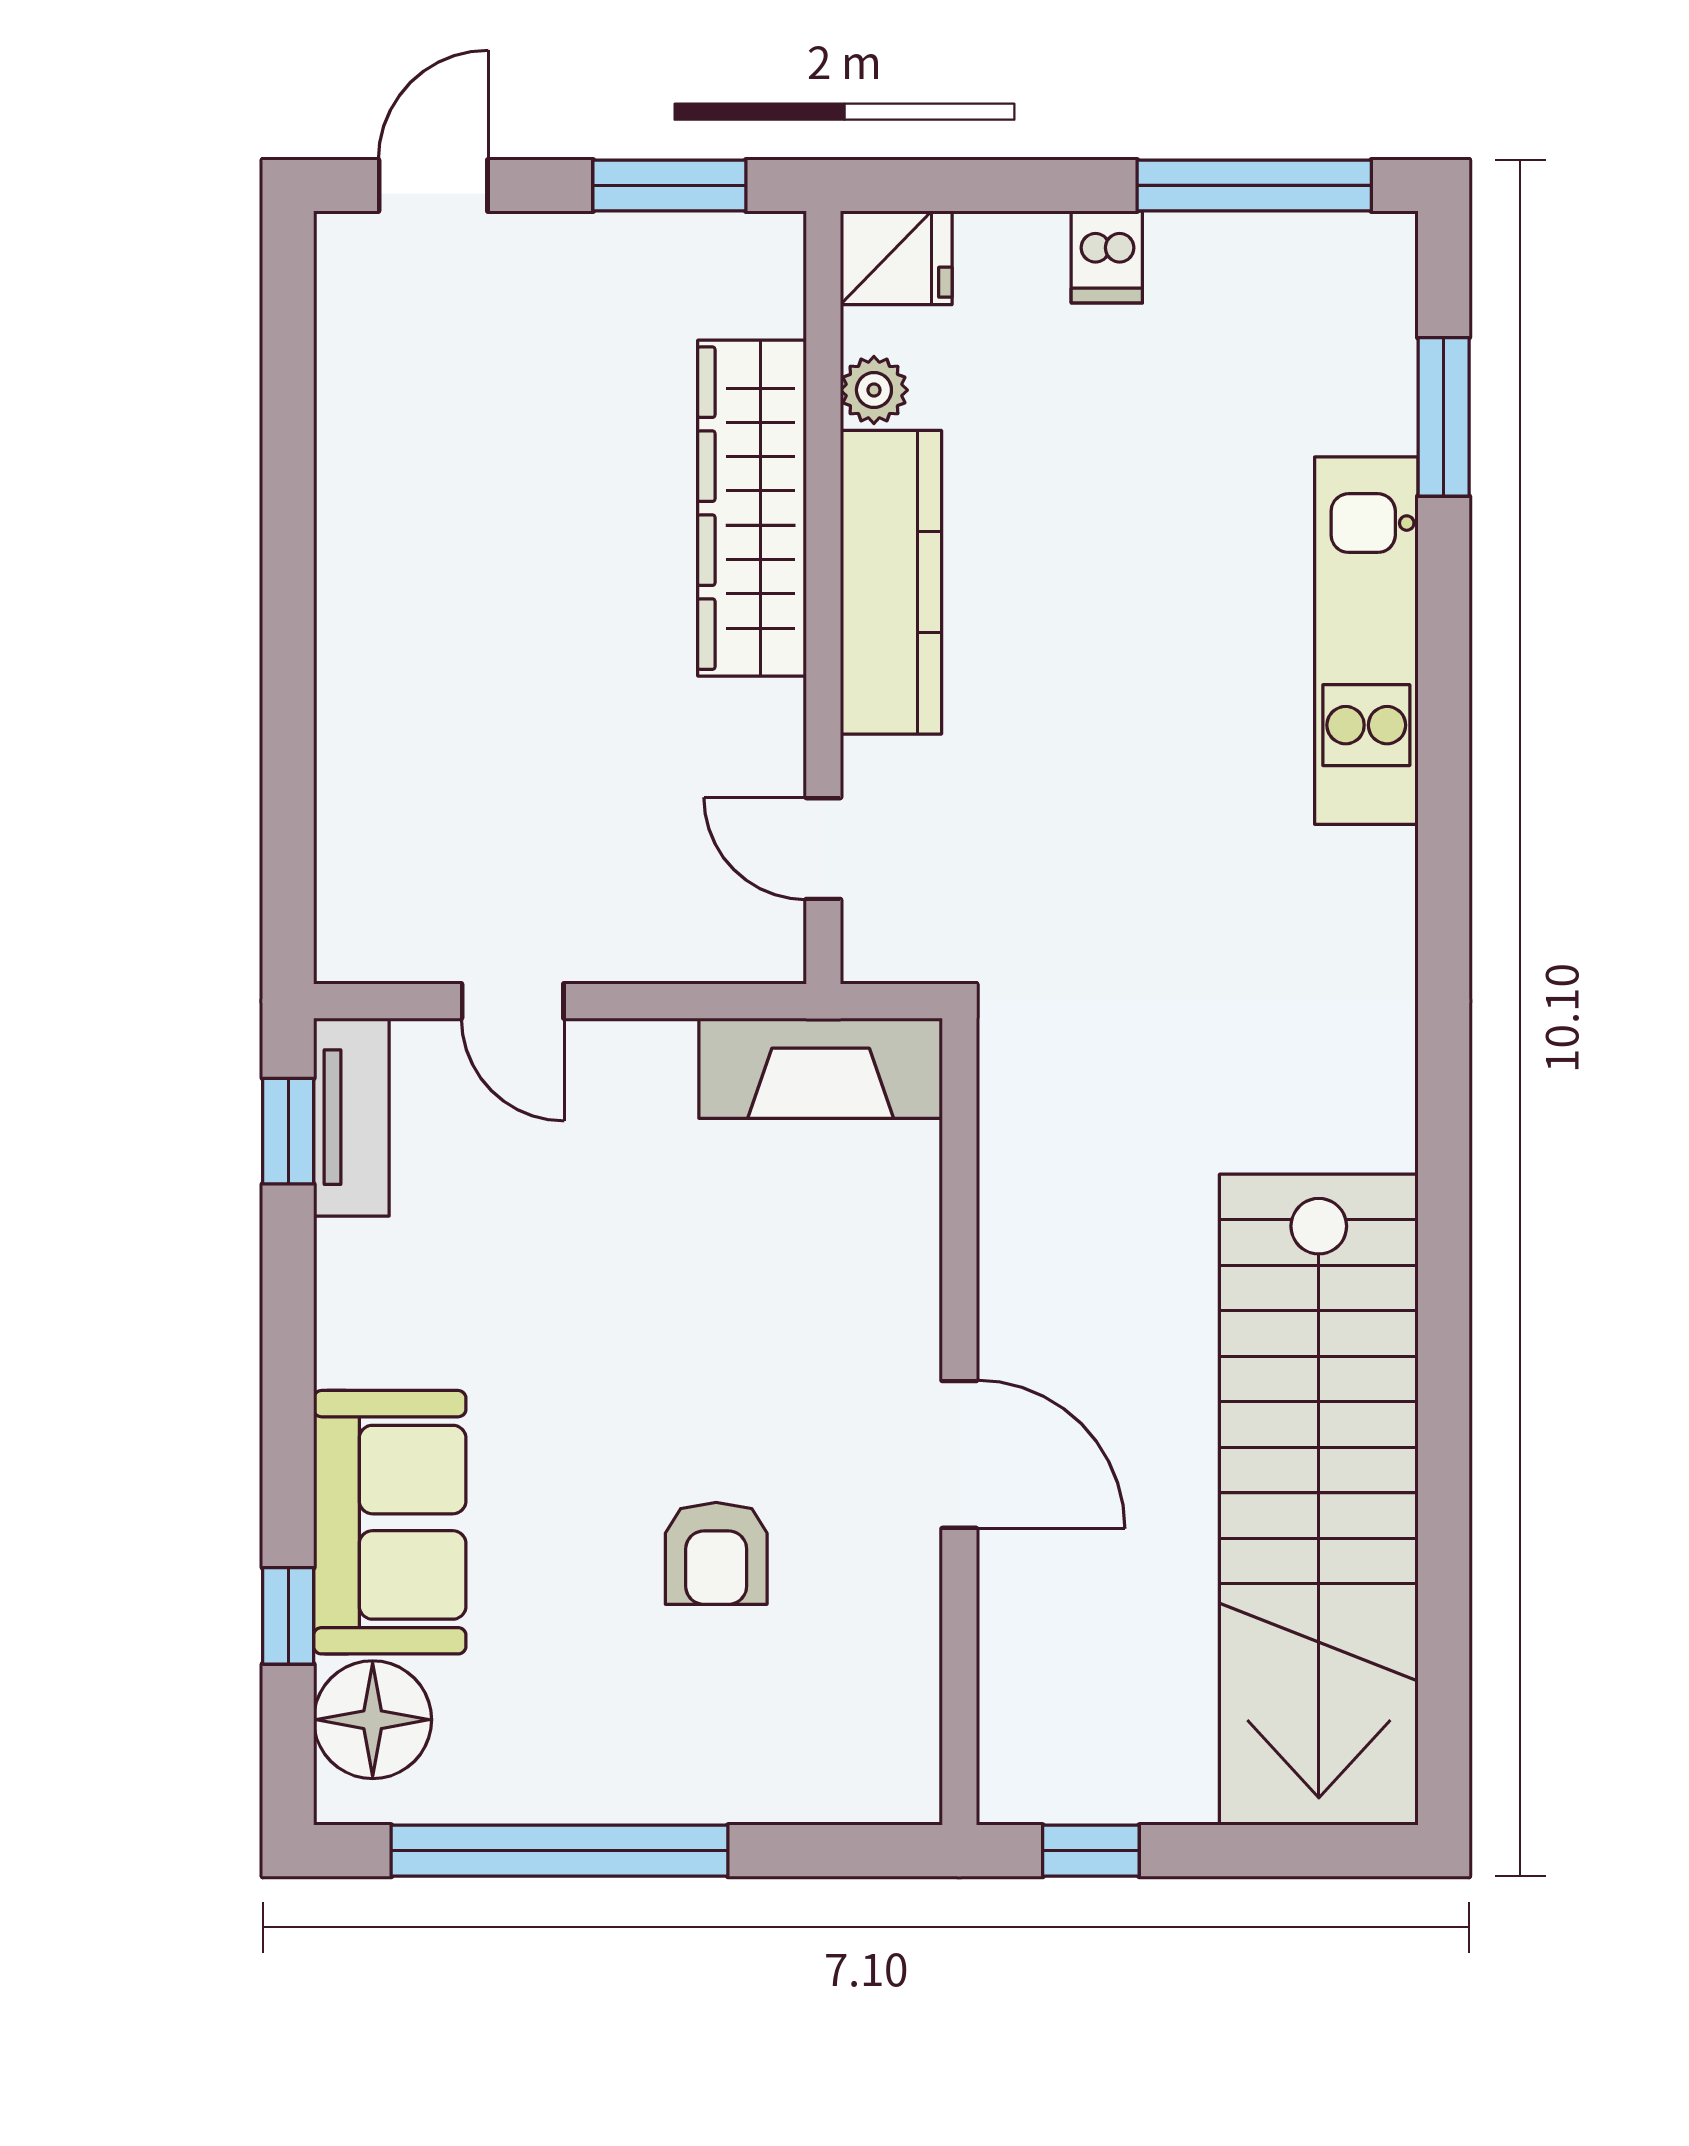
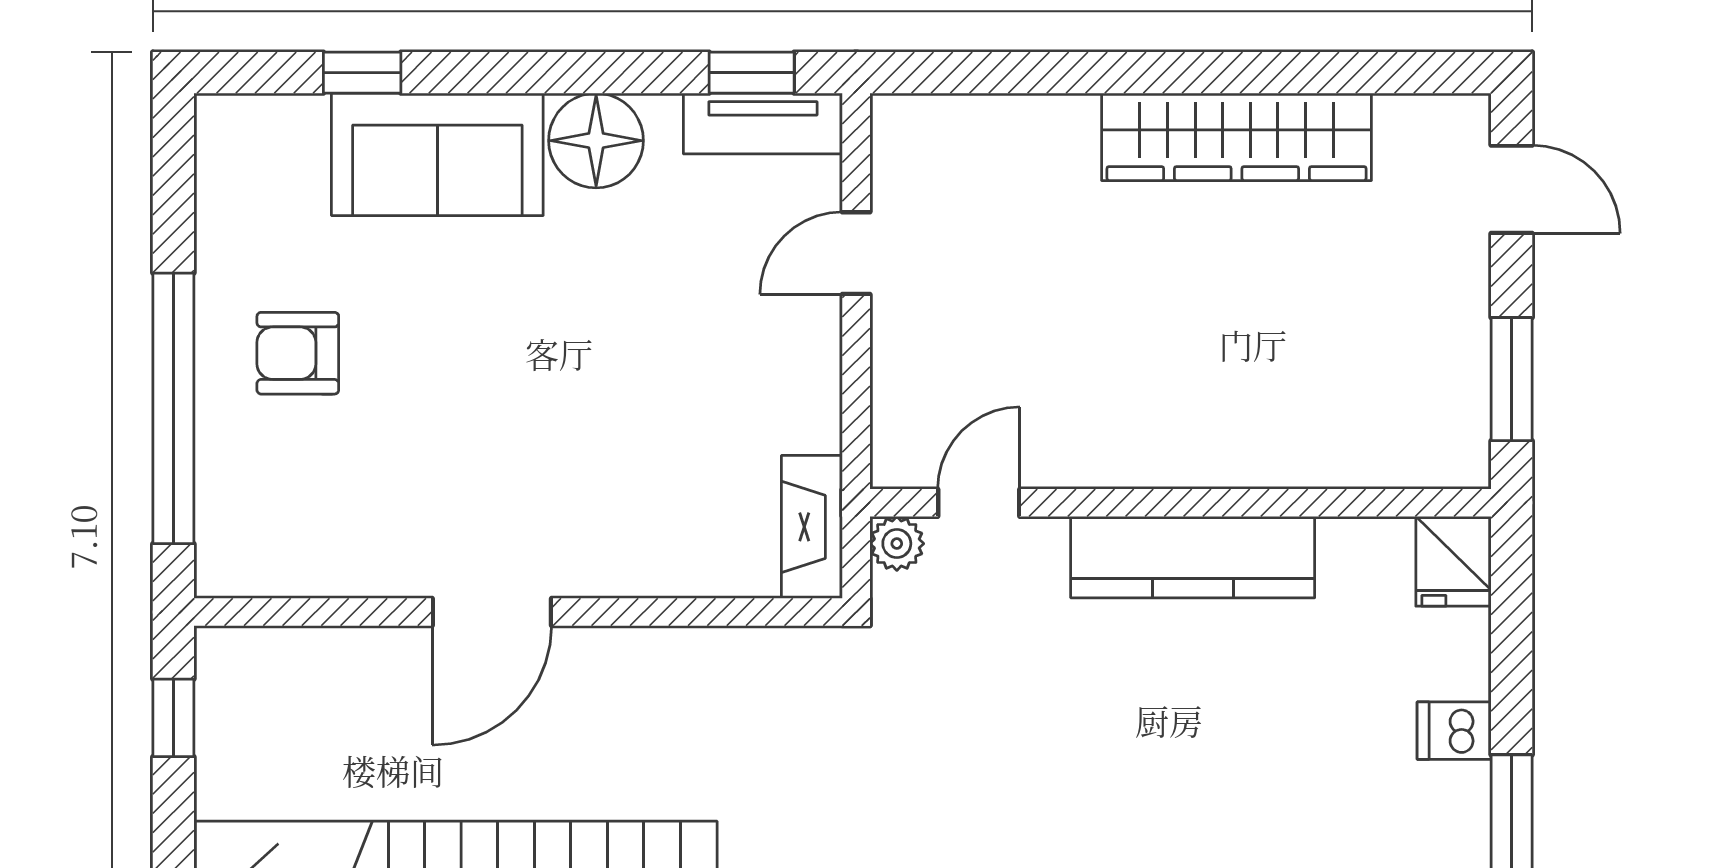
plant: (874, 390) -> (897, 544), moved
wardrobe: (752, 508) -> (1237, 137), moved, turned 180
fireplace: (821, 1068) -> (812, 527), width x0.73, depth x0.76
armchair: (716, 1553) -> (298, 353), moved
floor lamp: (373, 1720) -> (596, 141), moved
window: (560, 1851) -> (173, 408), moved

